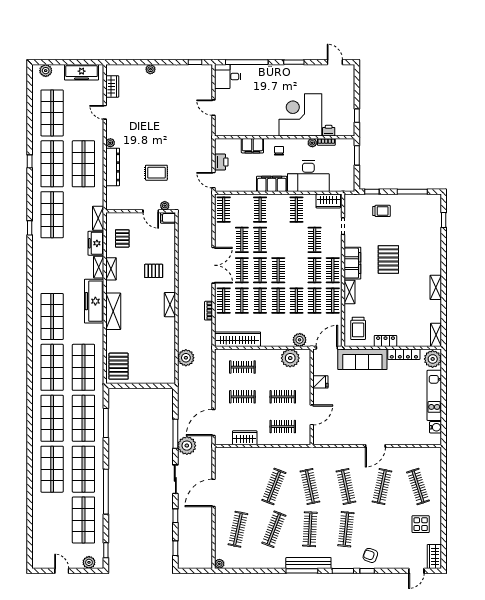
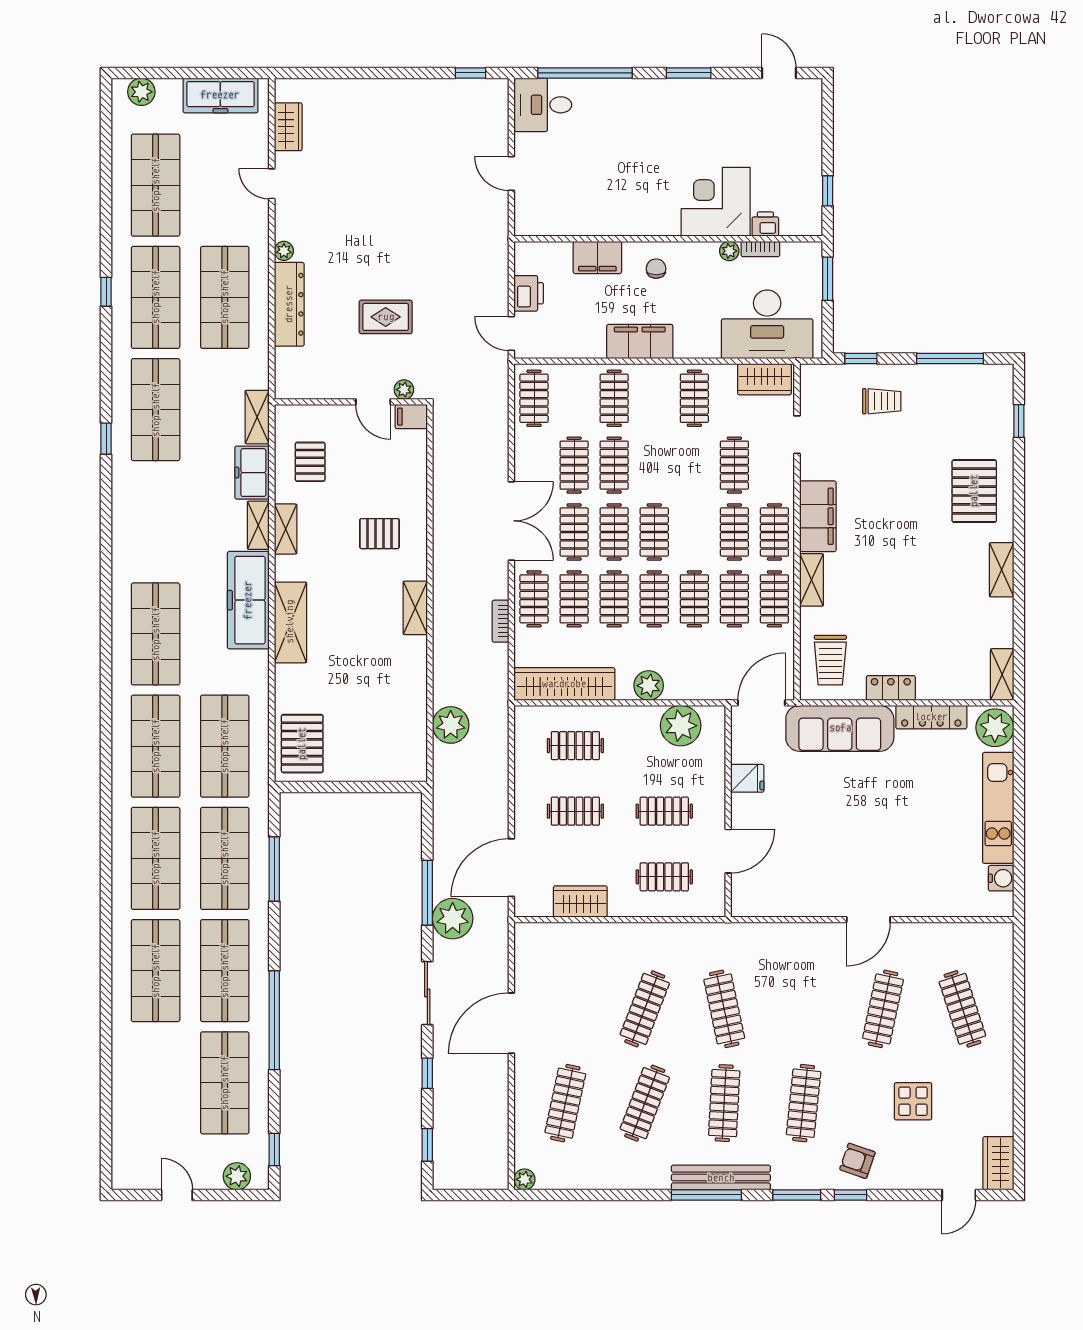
plant: (150, 69) -> (373, 89), removed
corner desk: (300, 115) -> (716, 202), width x0.74, depth x0.74
desk: (308, 176) -> (767, 324), moved
pallet: (388, 259) -> (974, 491), moved
plant: (300, 340) -> (649, 686), moved
clothes rail: (346, 486) -> (804, 1009), removed
display table: (421, 524) -> (913, 1101), moved

